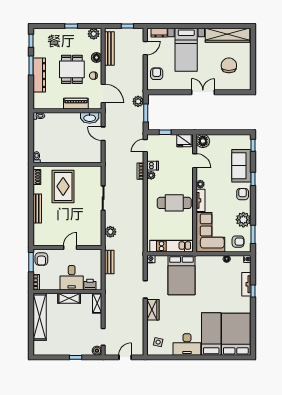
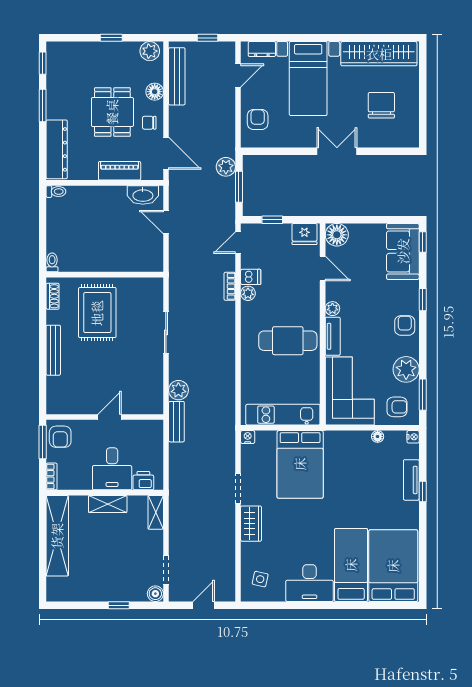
dresser: (39, 75) -> (57, 149), moved
sofa: (241, 166) -> (403, 251), moved
bench: (109, 262) -> (176, 422), moved

